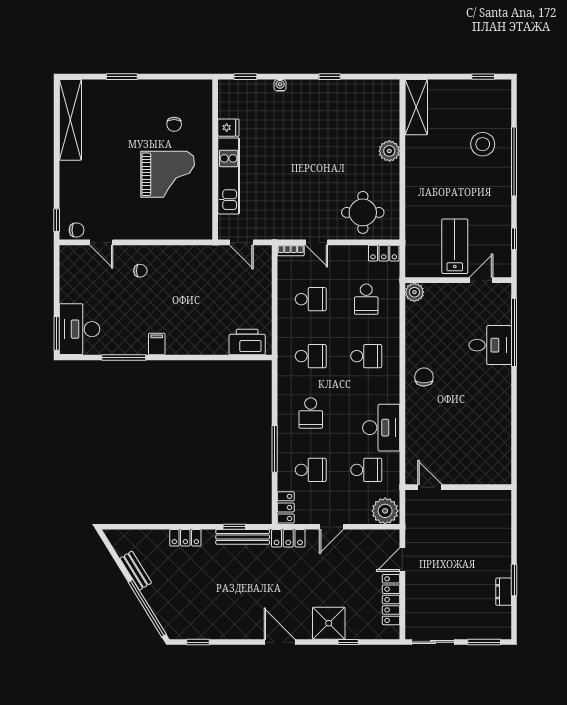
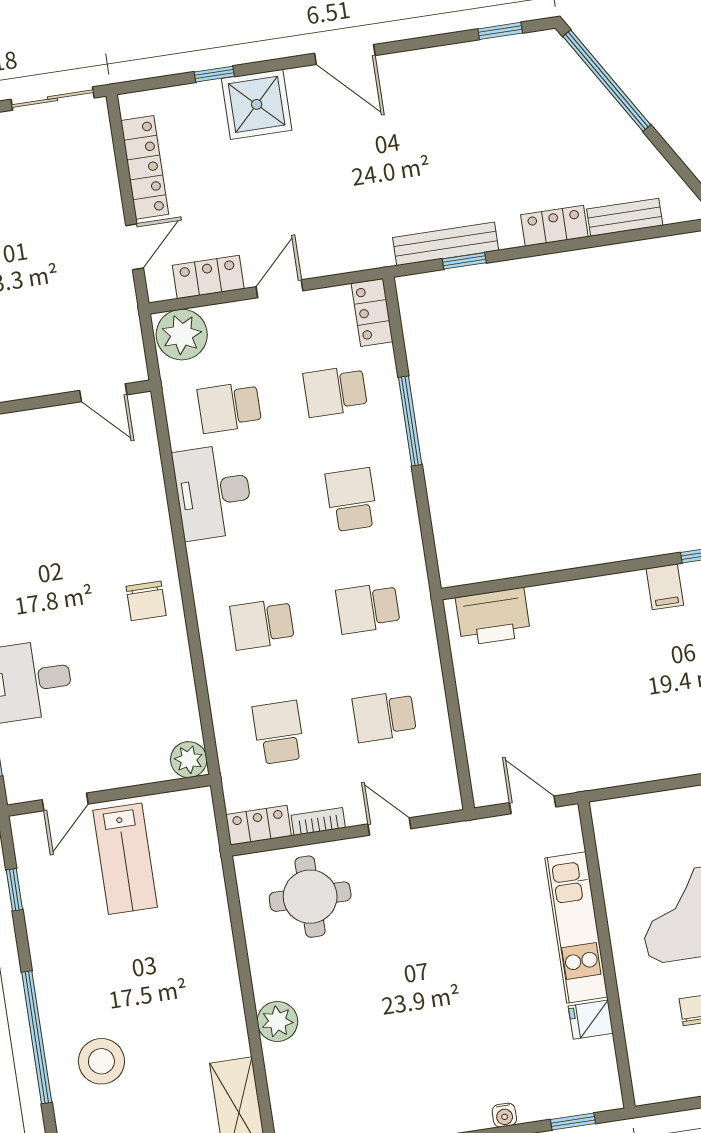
bookcase: (291, 250) -> (318, 821), moved
locker: (288, 538) -> (208, 277), moved
bench: (136, 571) -> (625, 217), moved, turned -58

